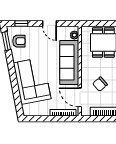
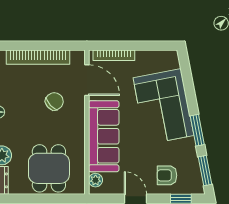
armchair: (19, 41) -> (167, 175), moved
window: (11, 66) -> (197, 130), added

